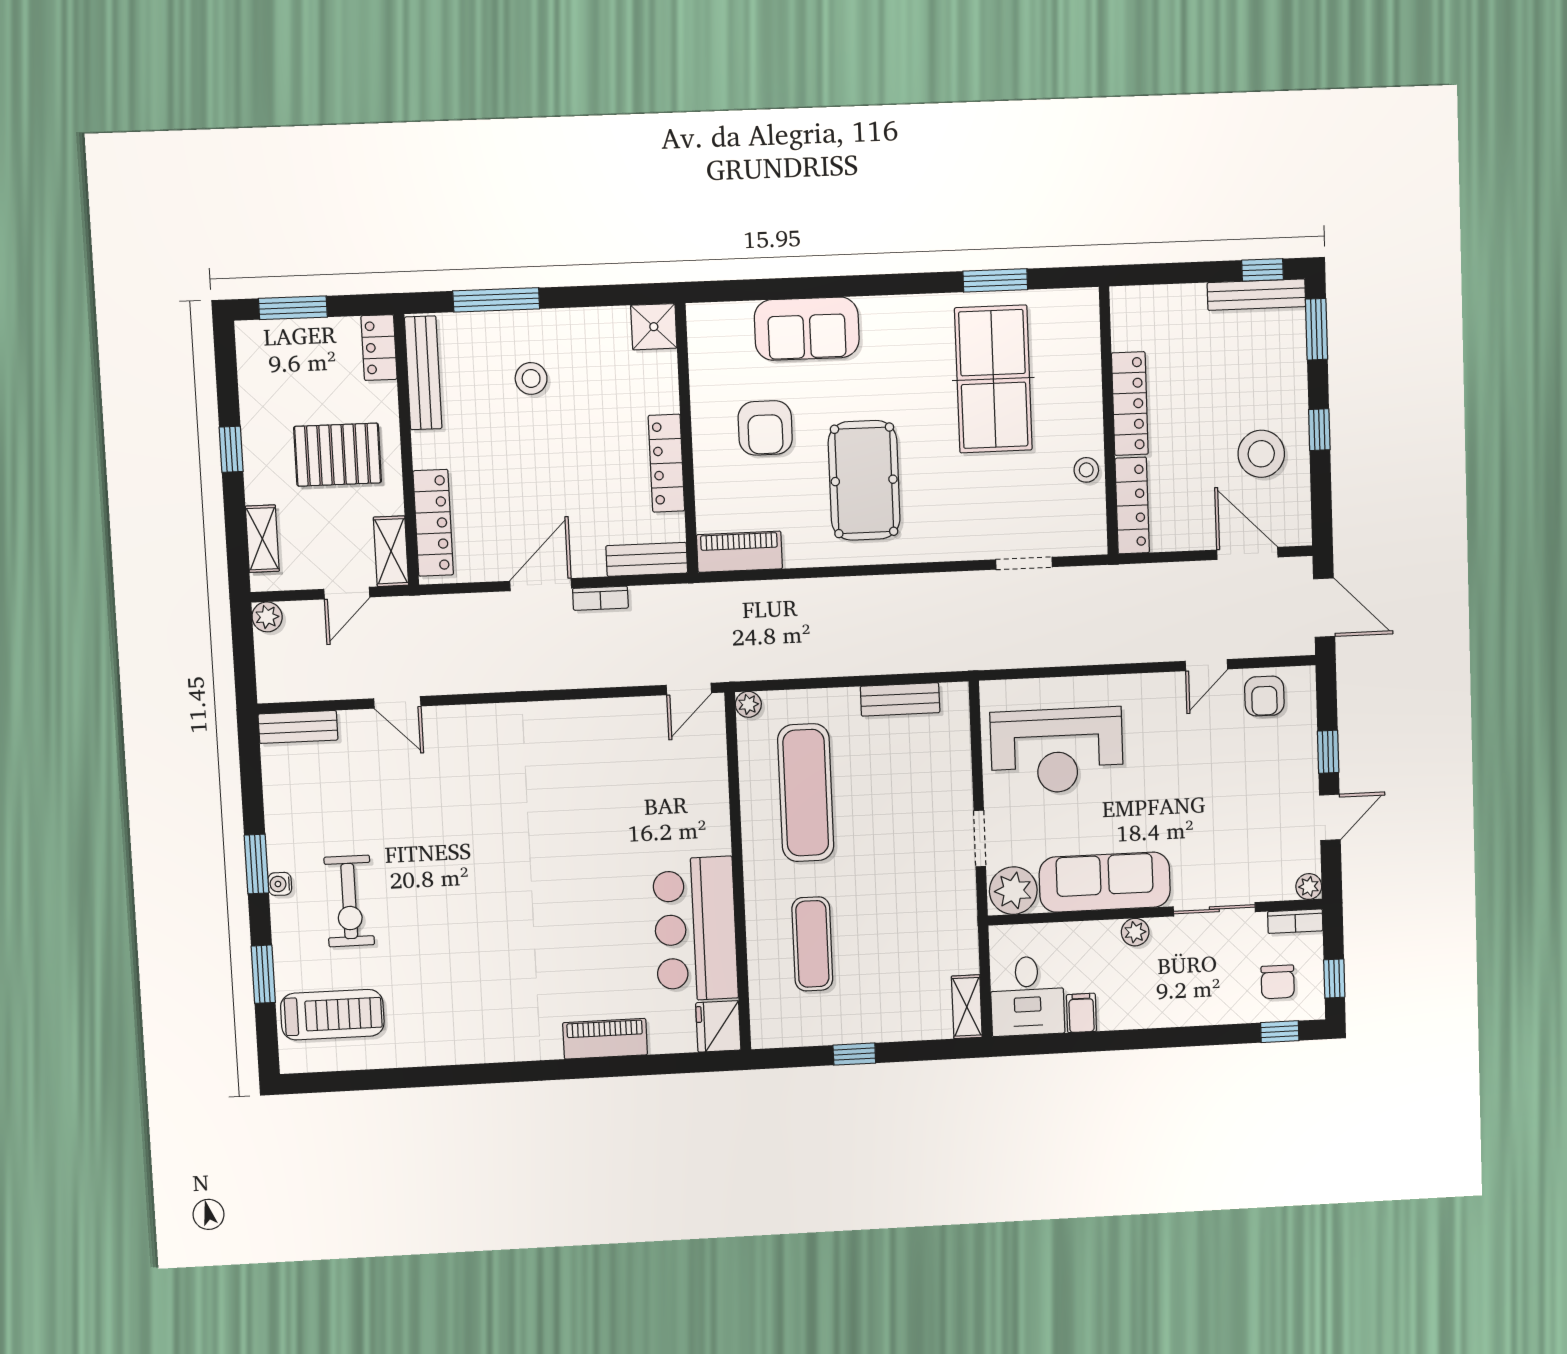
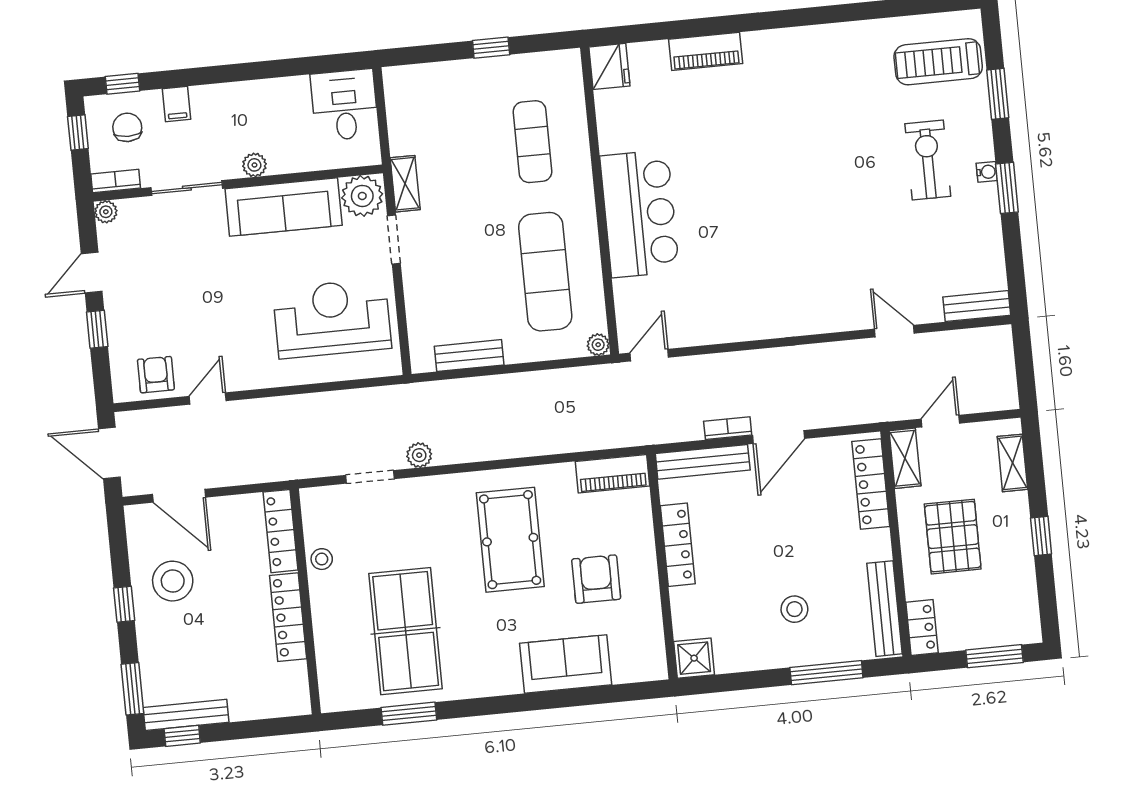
pallet: (338, 455) -> (953, 537), turned 90
bench: (647, 559) -> (703, 462), width x1.36
plant: (267, 617) -> (419, 455), moved
bar counter: (695, 929) -> (640, 214), moved
shelving: (967, 1007) -> (405, 184), moved
filing cabinet: (1081, 1013) -> (176, 104), moved

